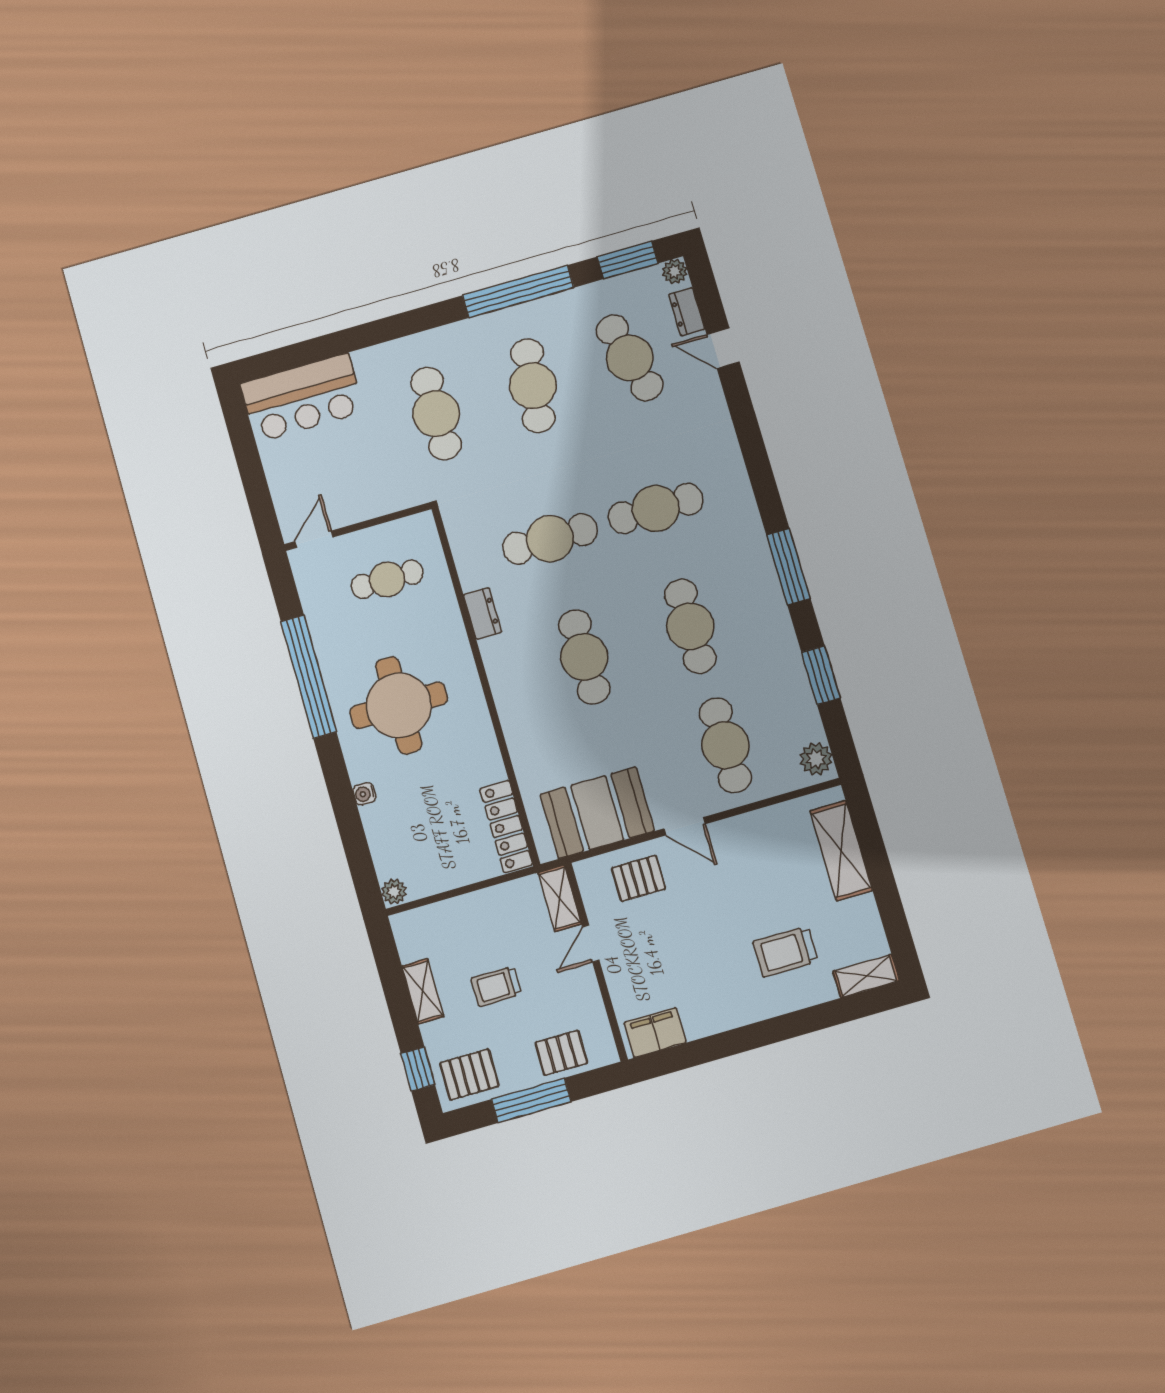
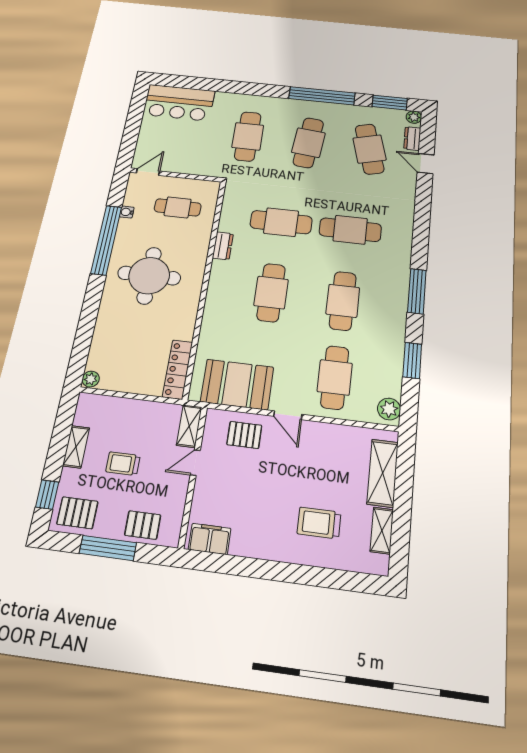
water cooler: (364, 794) -> (127, 212), moved
shelving: (866, 976) -> (382, 530), moved, turned 90

